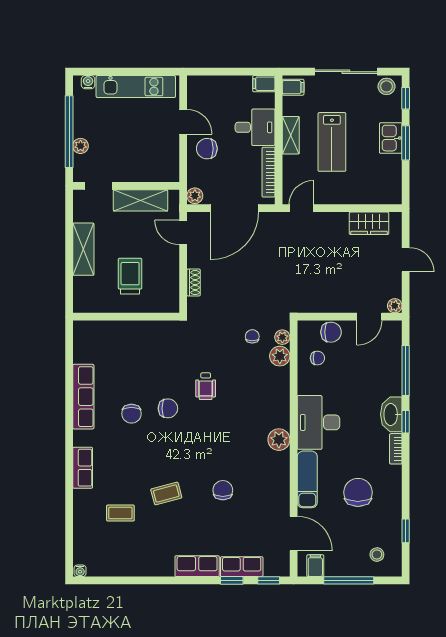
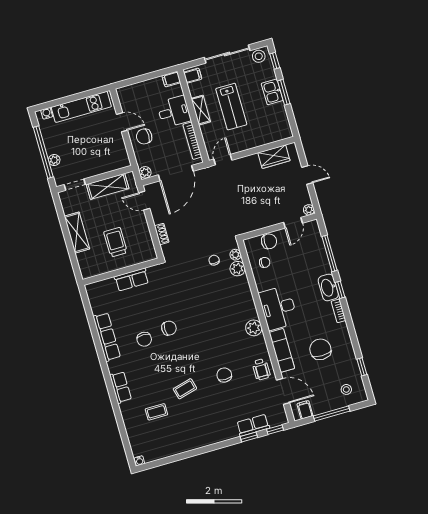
wheelchair: (206, 386) -> (261, 369), moved
row of seats: (197, 566) -> (132, 280), moved, turned 180

